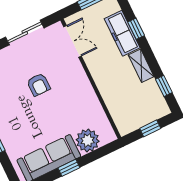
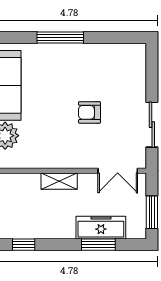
window: (136, 29) -> (98, 245), width x1.50
shelving: (141, 66) -> (59, 181), moved

